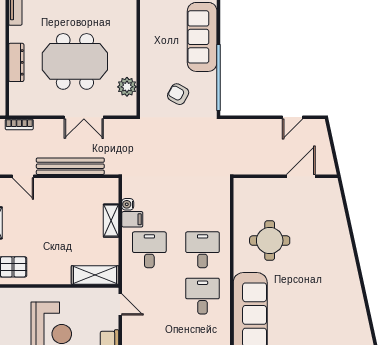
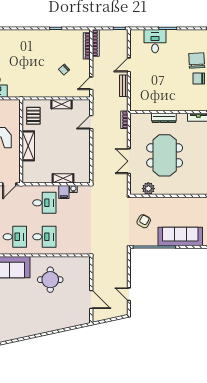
bench: (70, 166) -> (98, 152), removed
shelving: (95, 275) -> (28, 146), moved

